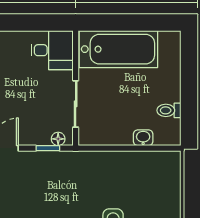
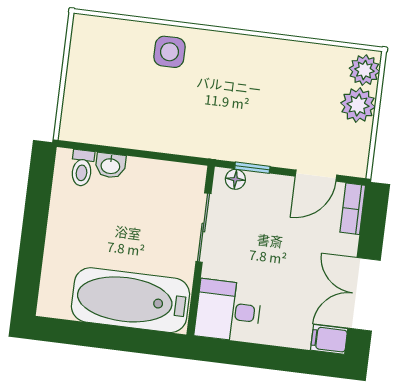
toilet: (169, 110) -> (82, 168), moved, turned 90

